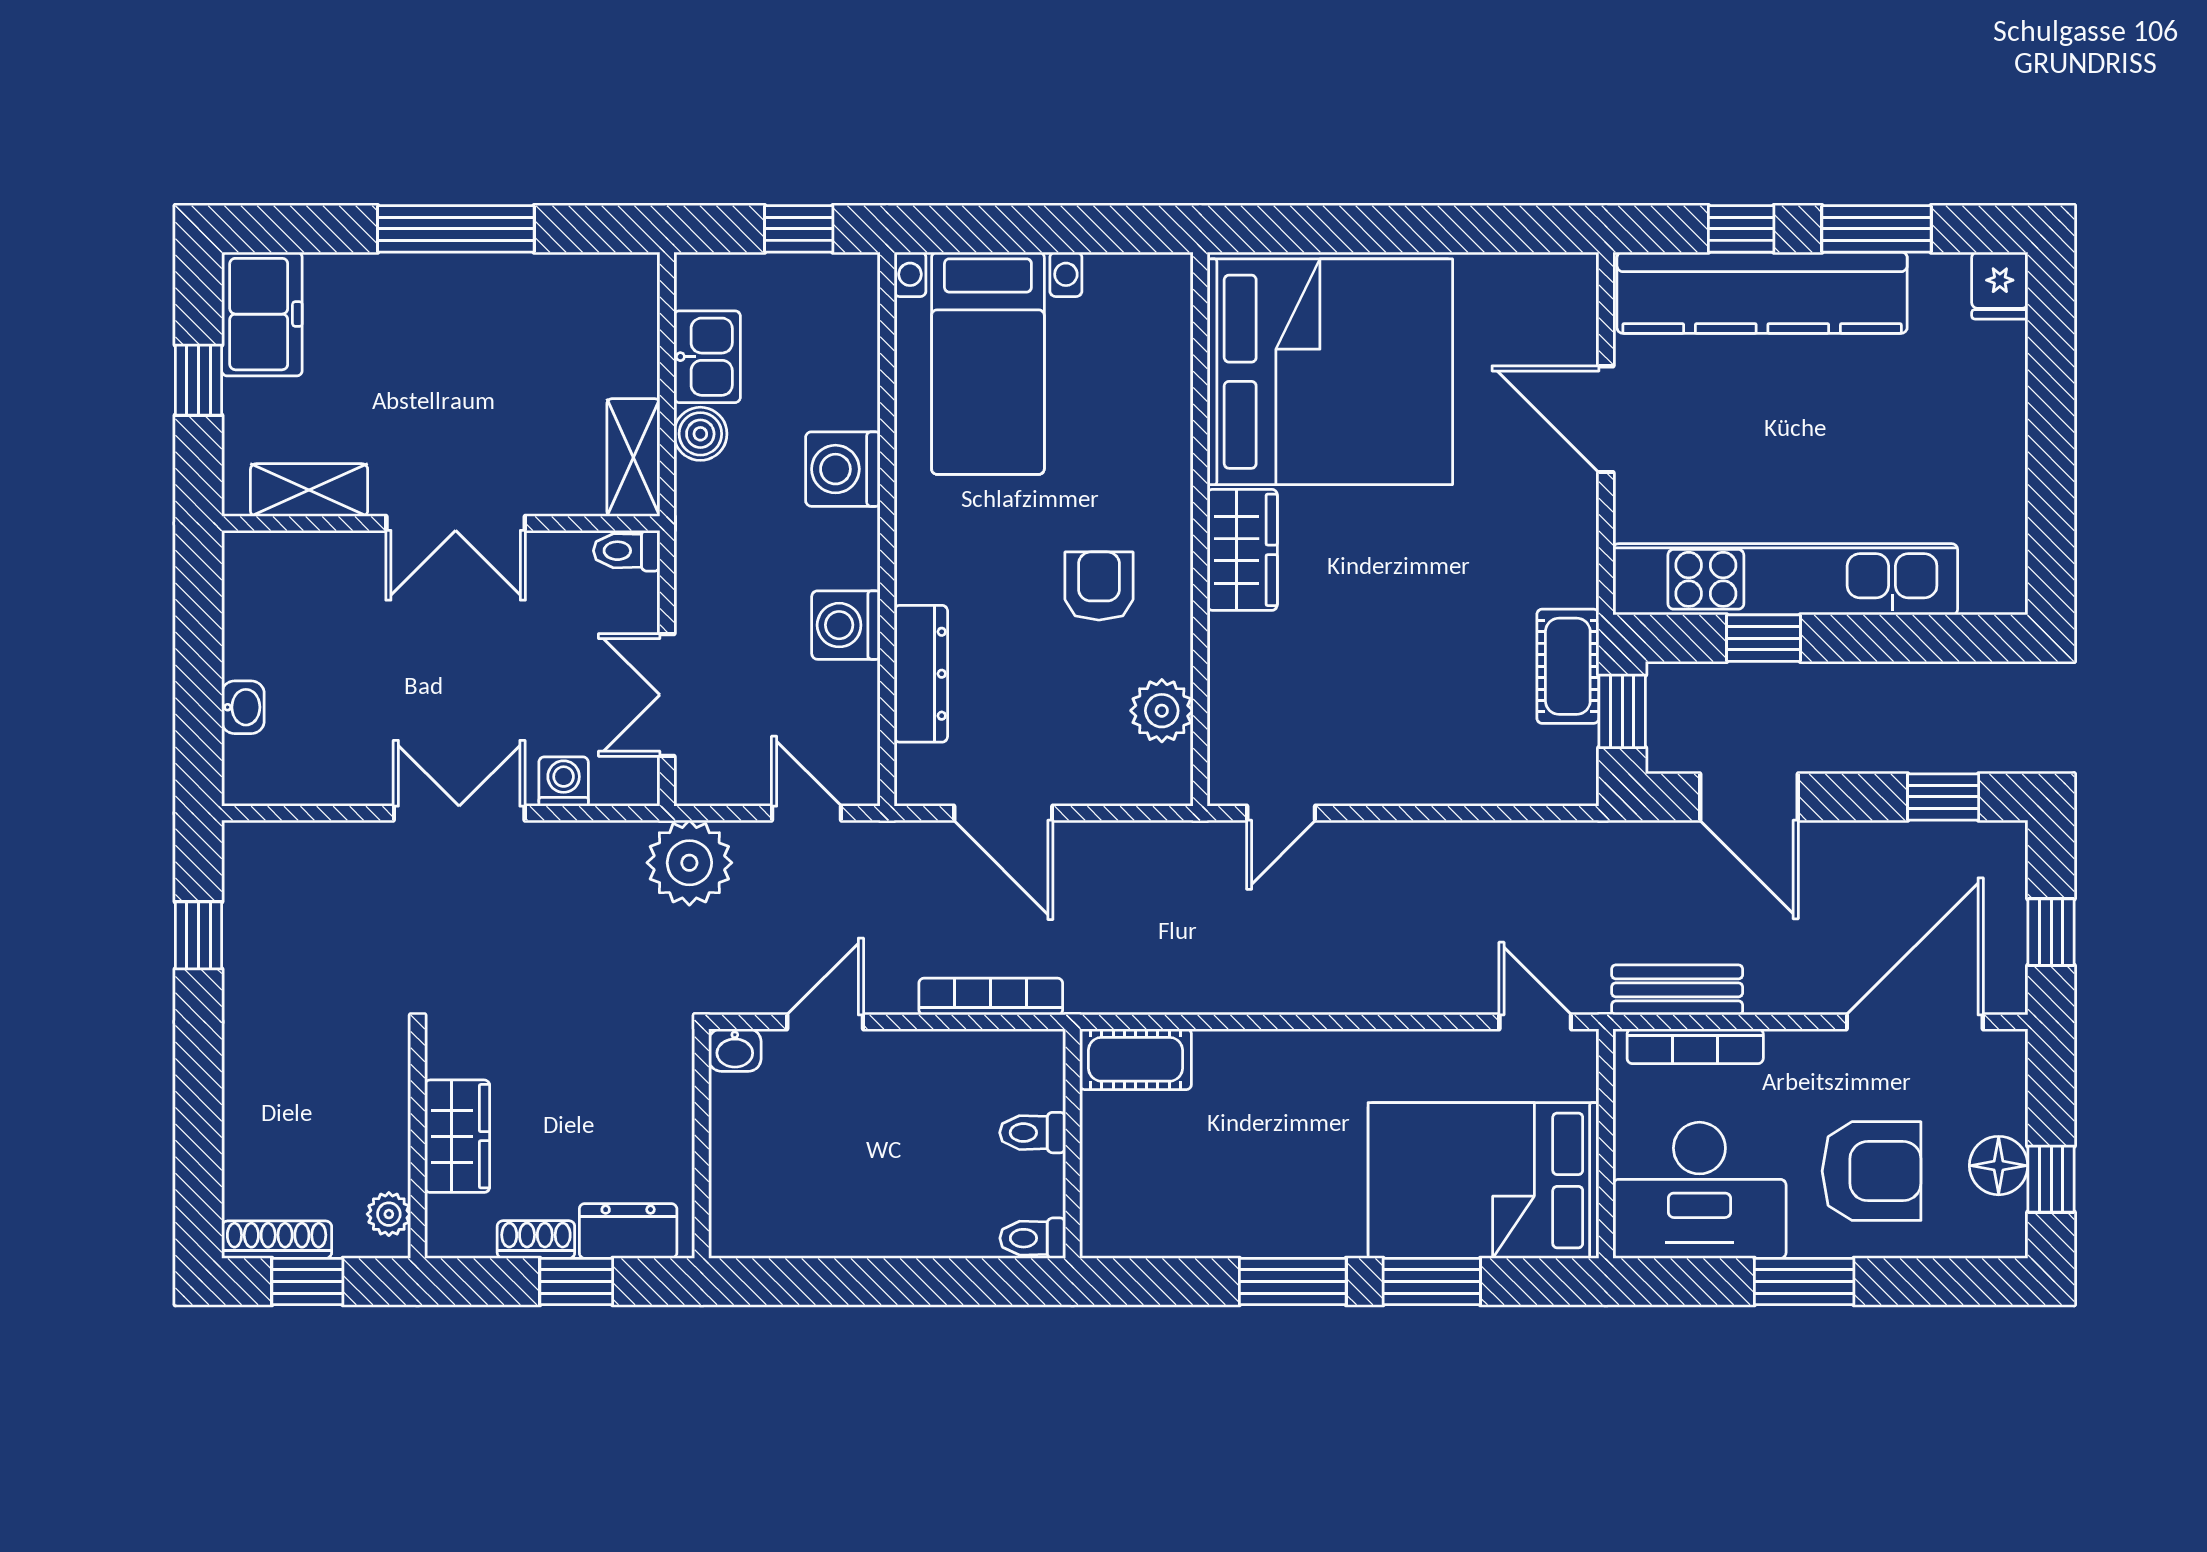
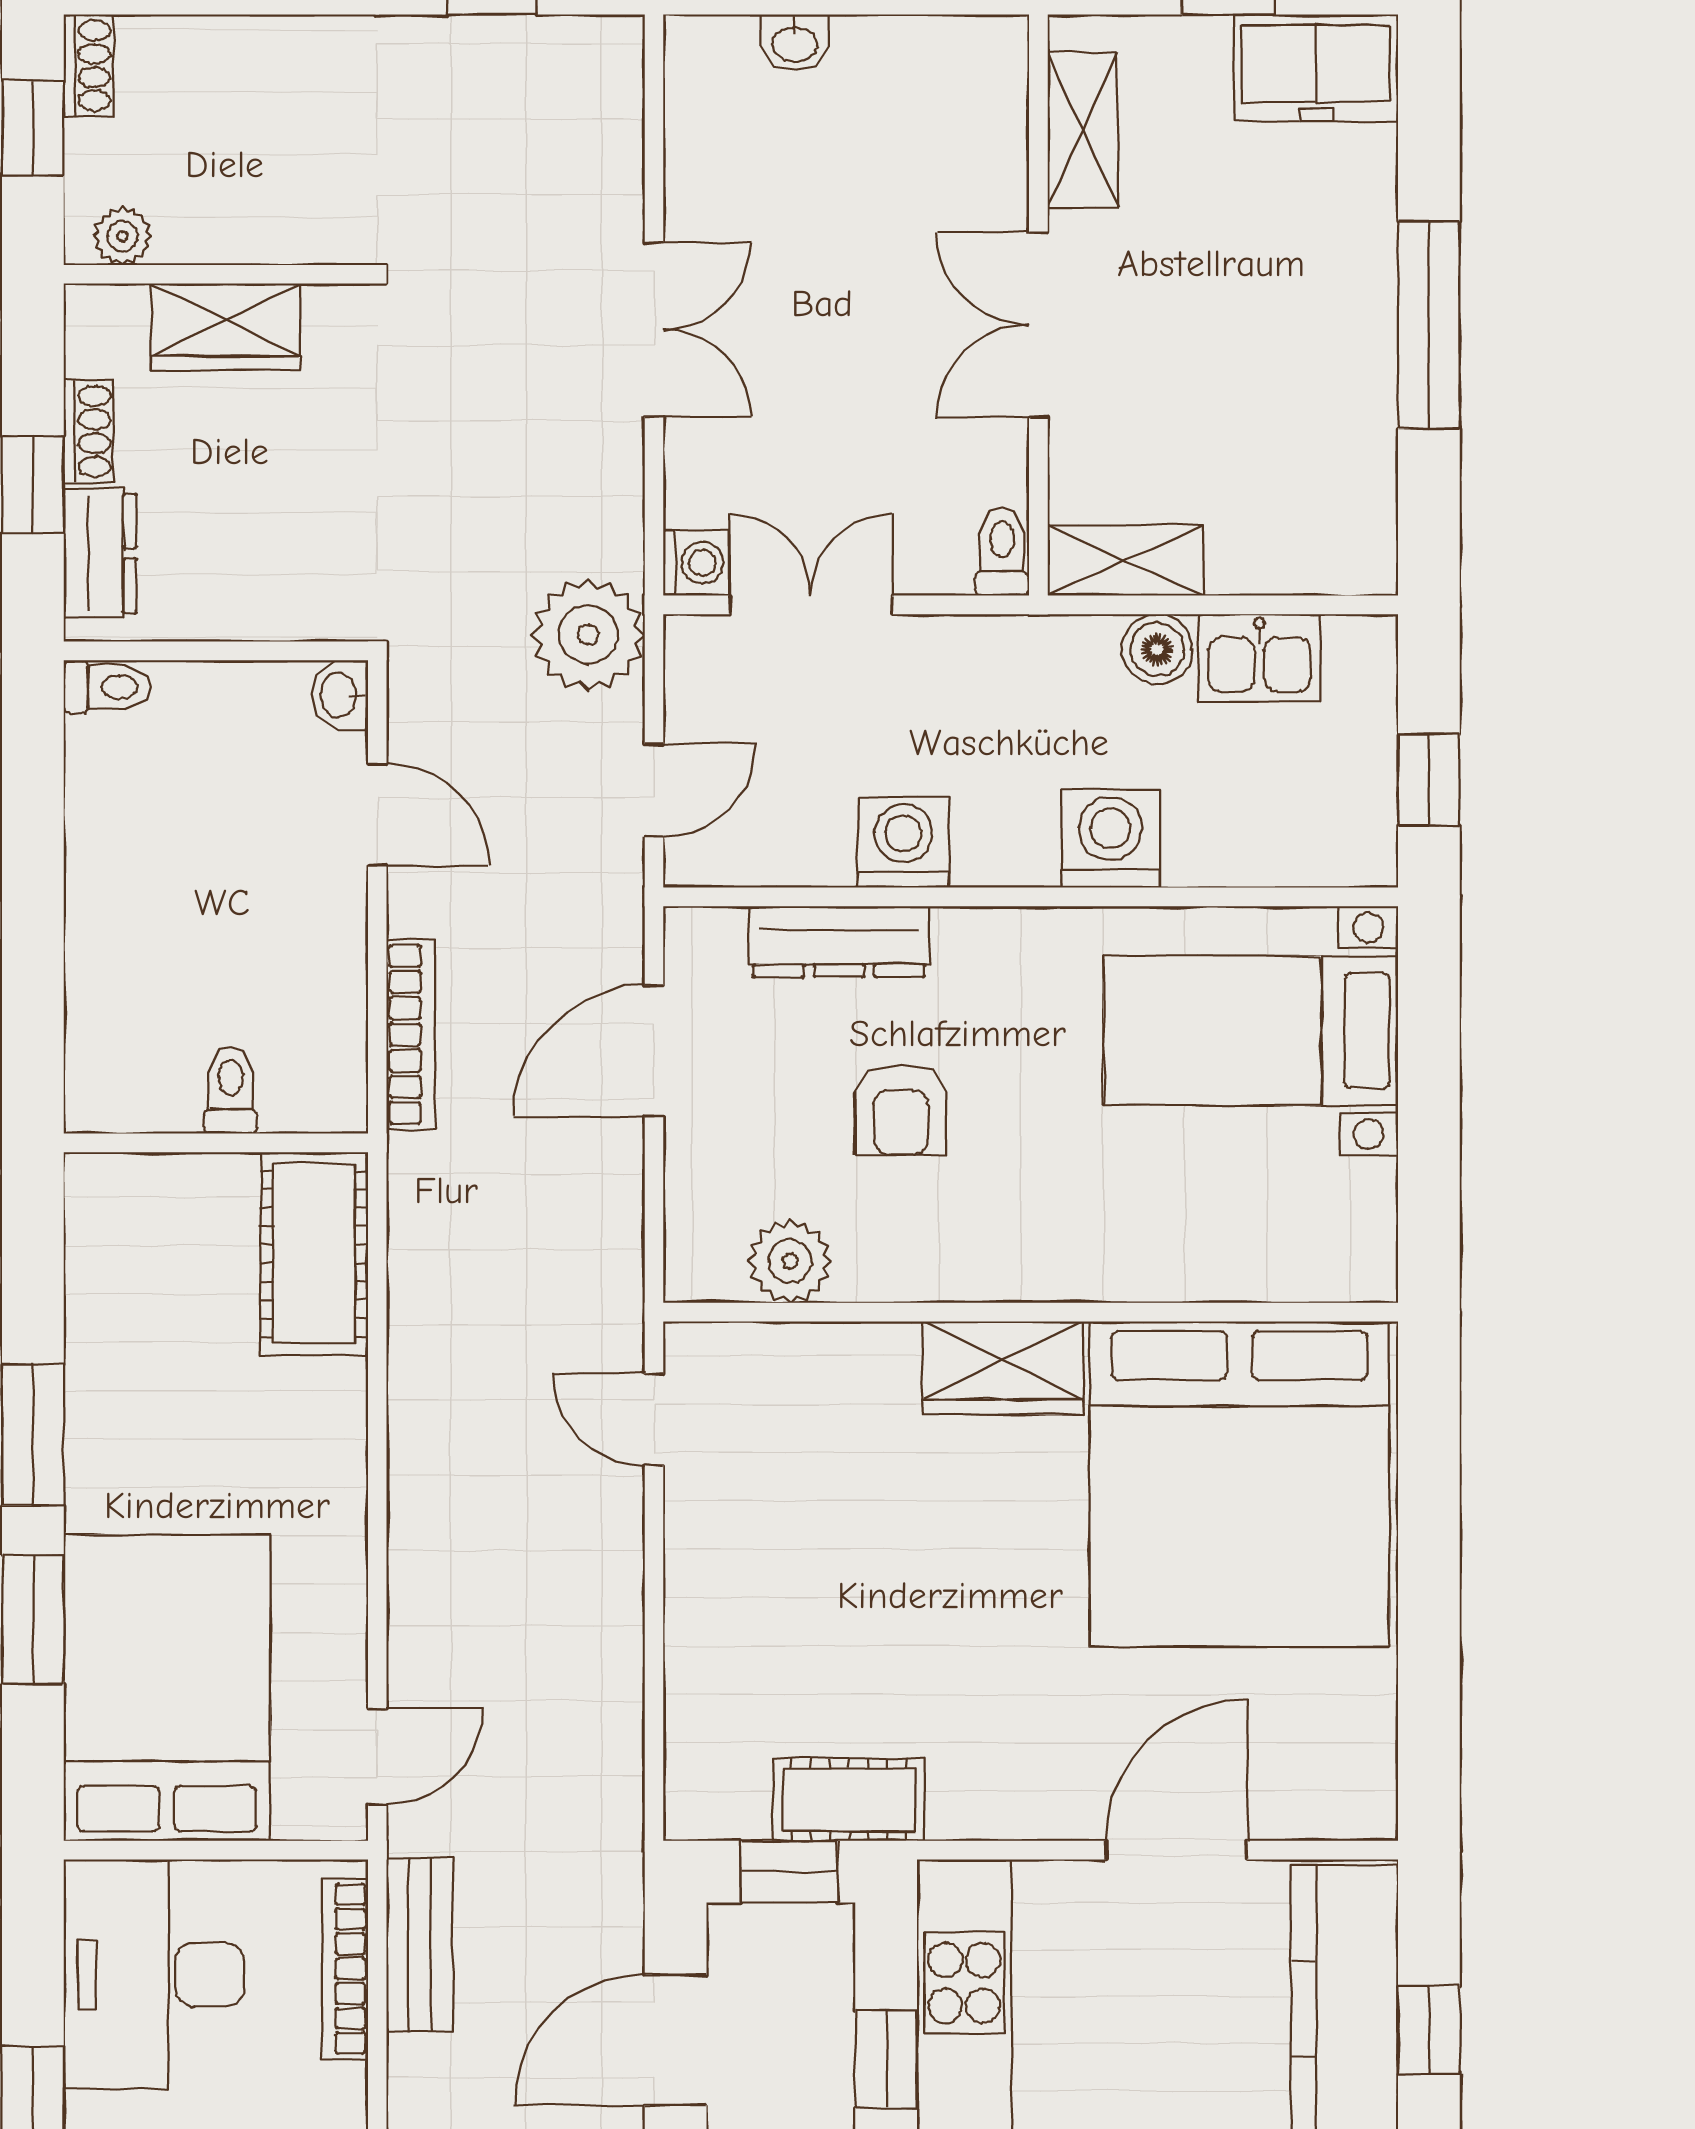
armchair: (1099, 586) -> (901, 1110), moved, turned 90
washing machine: (564, 782) -> (696, 563), moved
cot: (1135, 1059) -> (314, 1254), width x1.37, depth x1.34
toilet: (1033, 1238) -> (107, 687), moved, turned 90
shoe rack: (277, 1240) -> (88, 65), width x0.70

